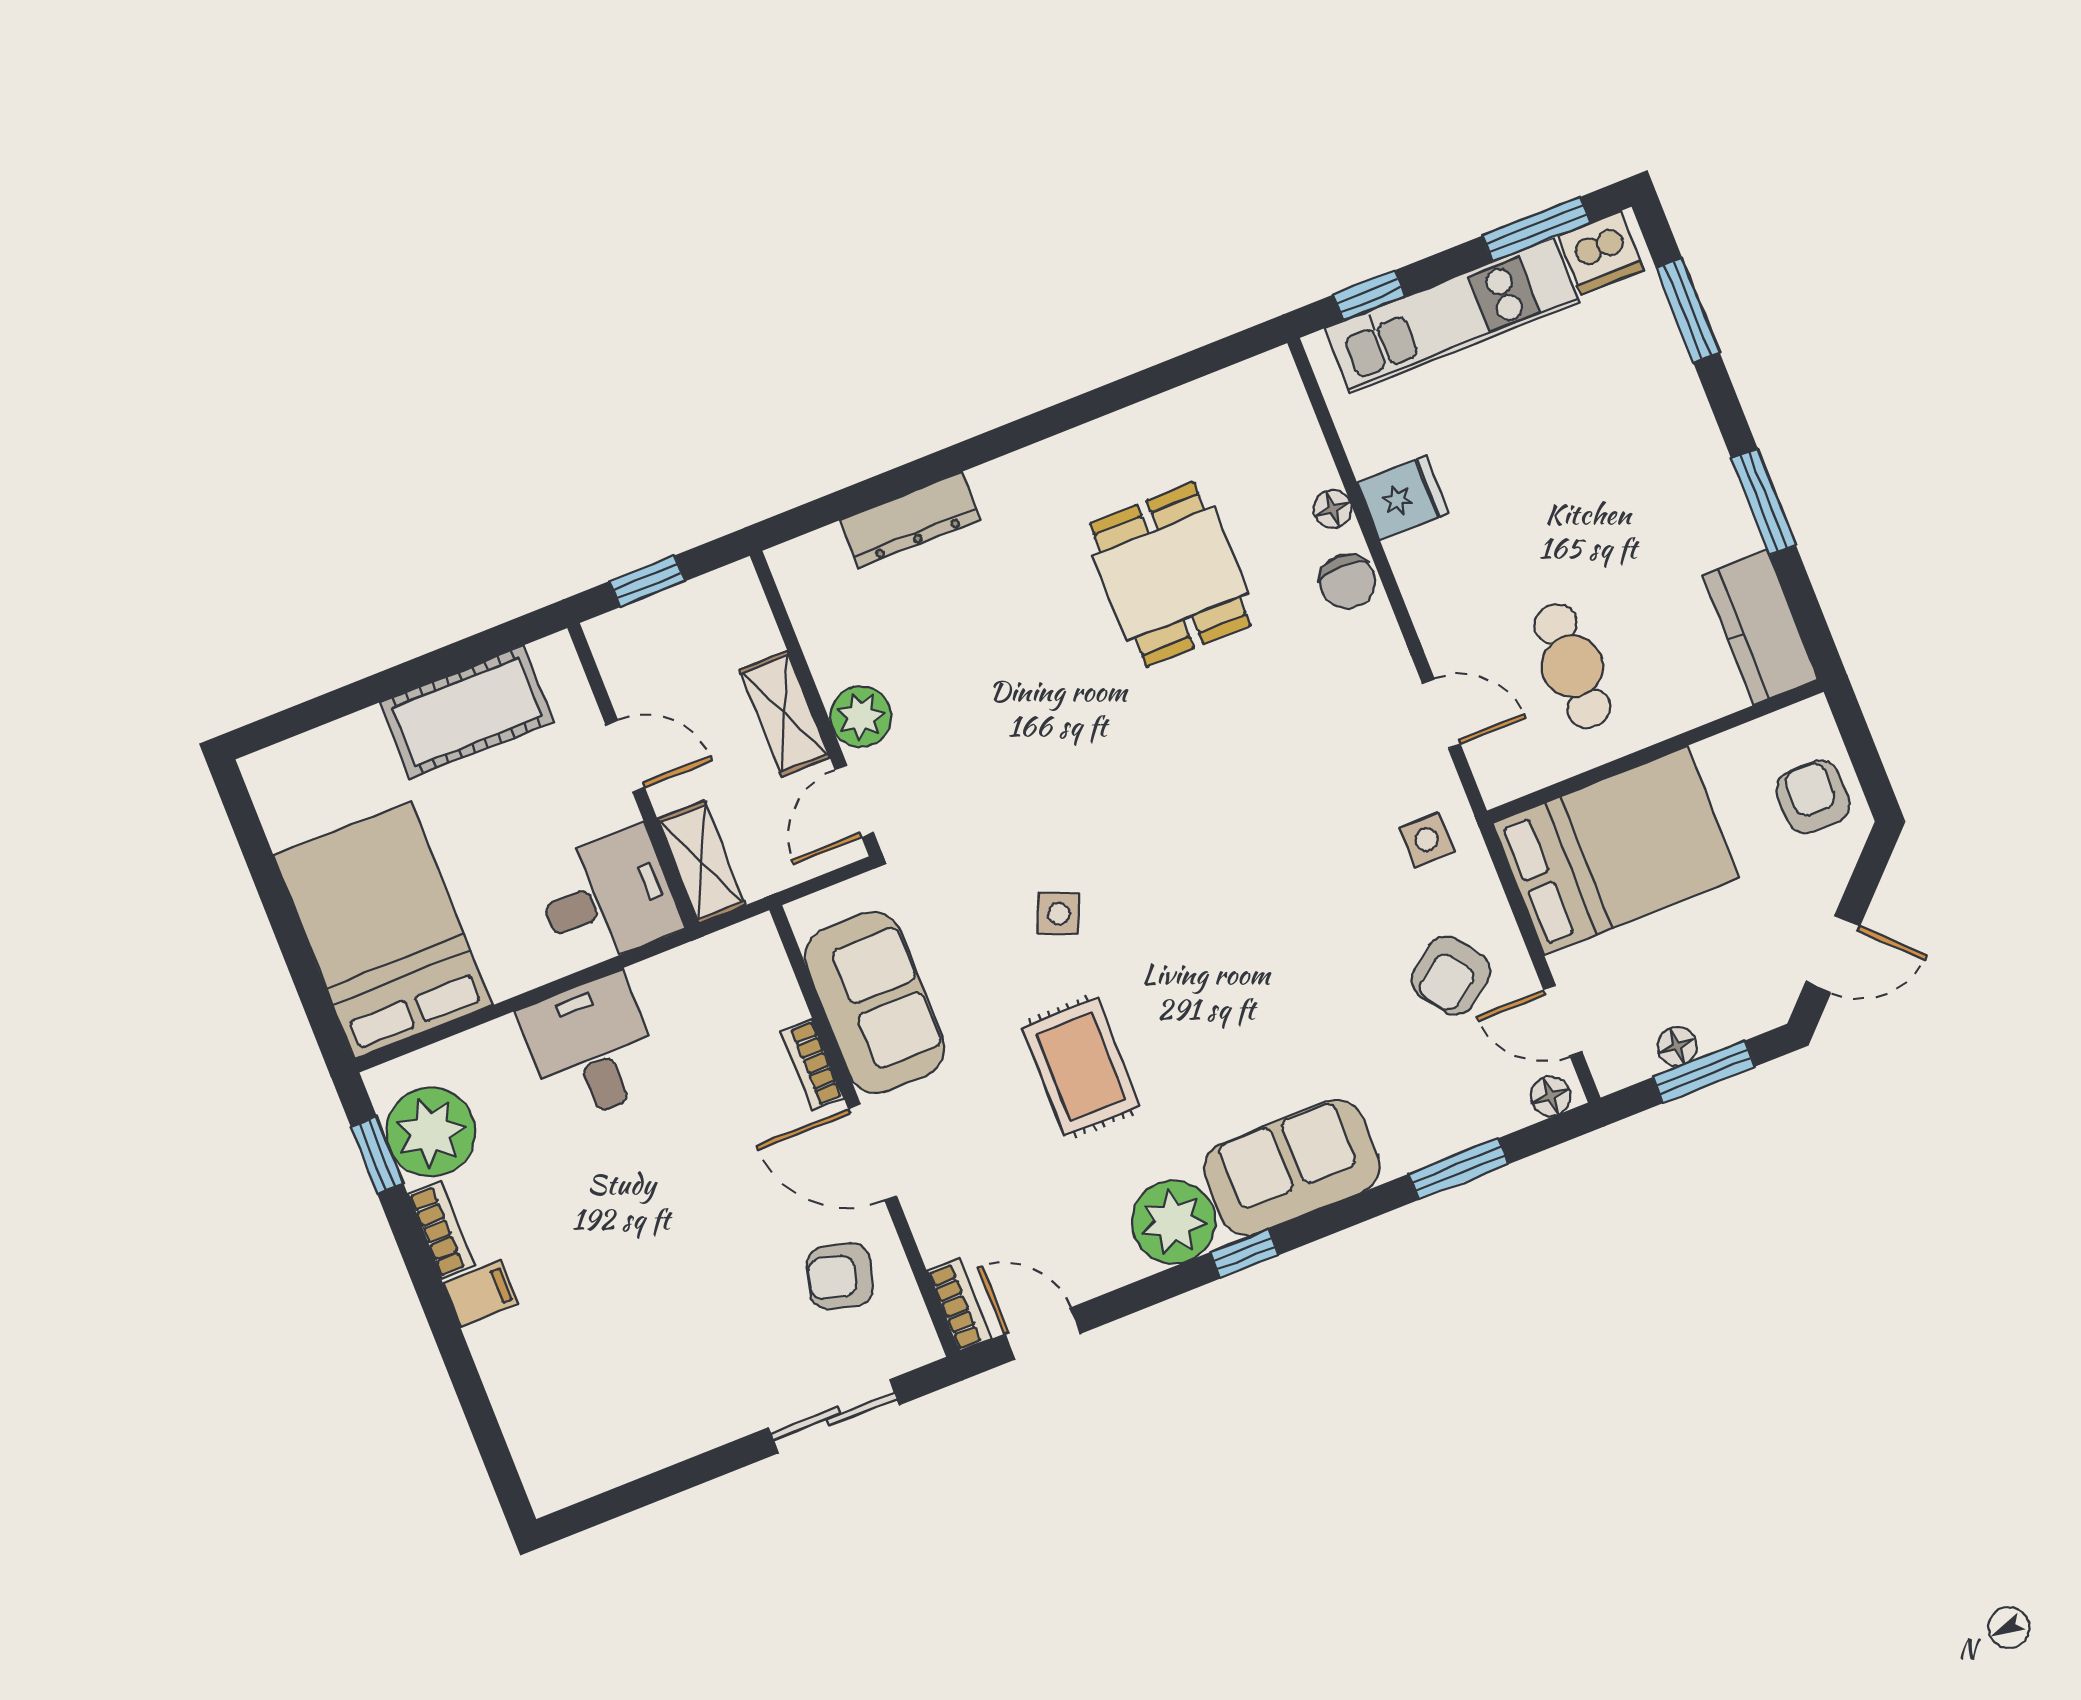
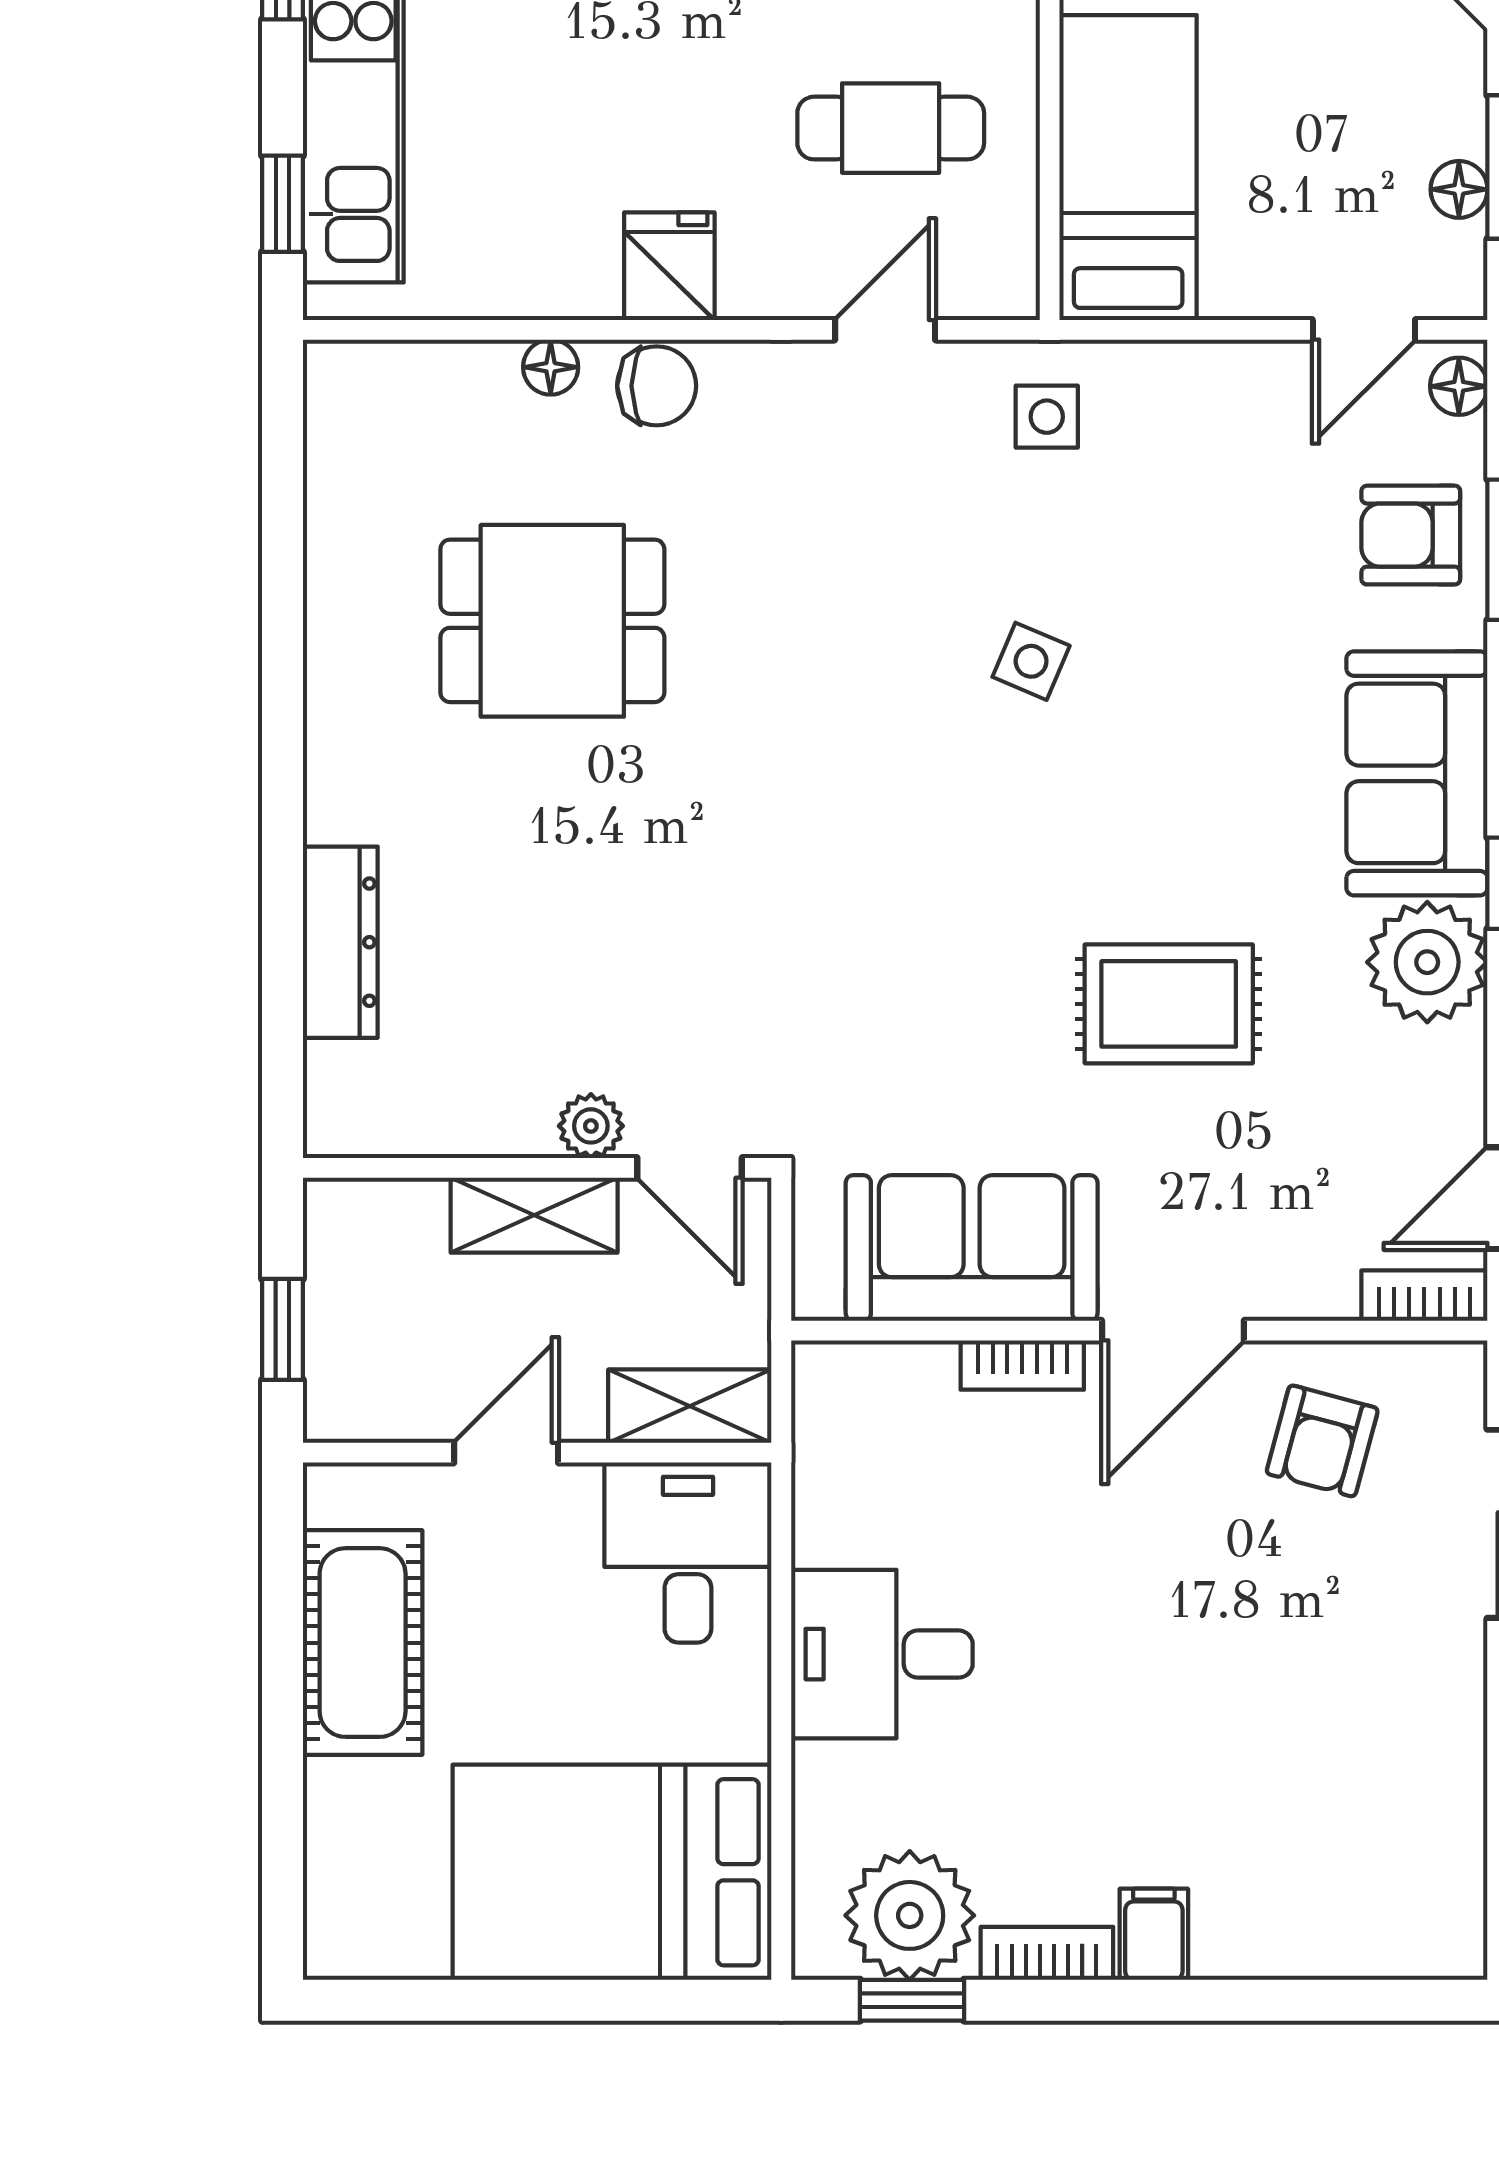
fridge: (1403, 498) -> (669, 266), moved
plant: (861, 717) -> (591, 1126), width x0.73, depth x0.73
bed: (1616, 851) -> (1128, 168), width x0.67
side table: (1059, 914) -> (1031, 661), moved
armchair: (1451, 975) -> (1411, 535), moved, turned 126

